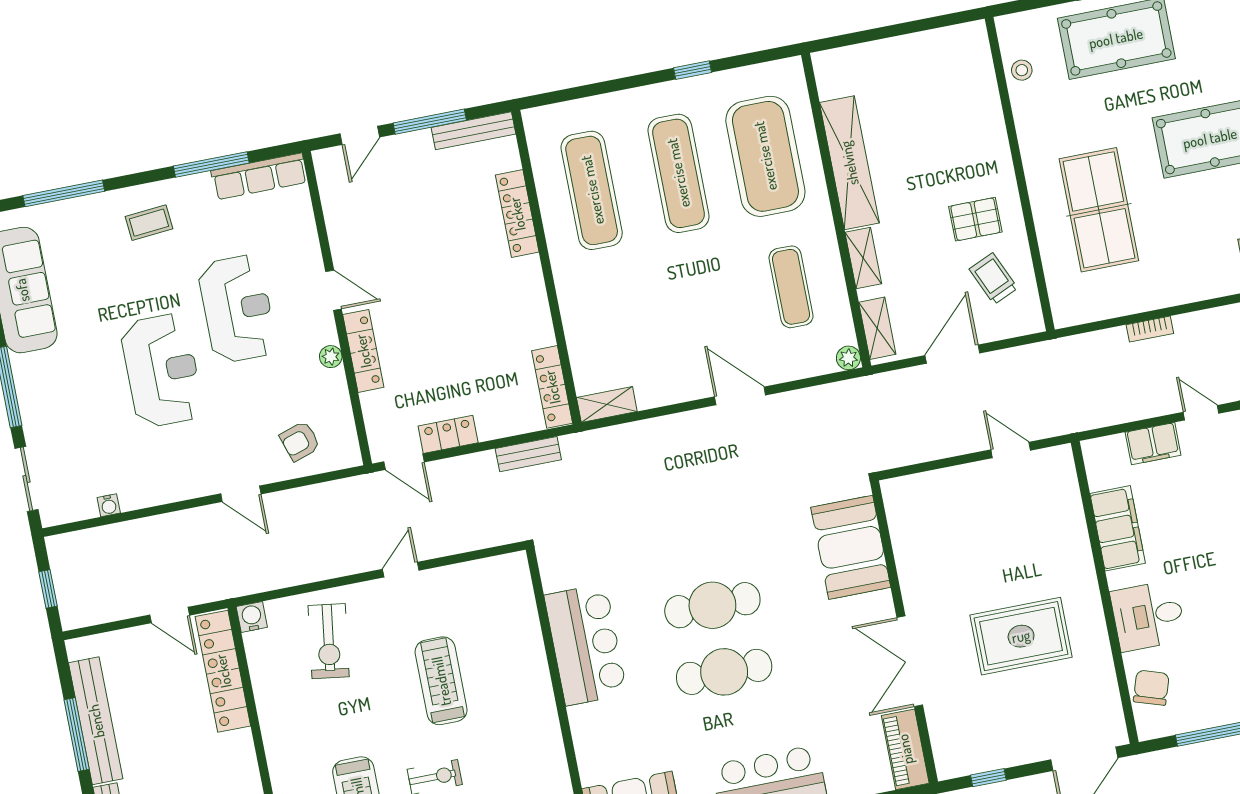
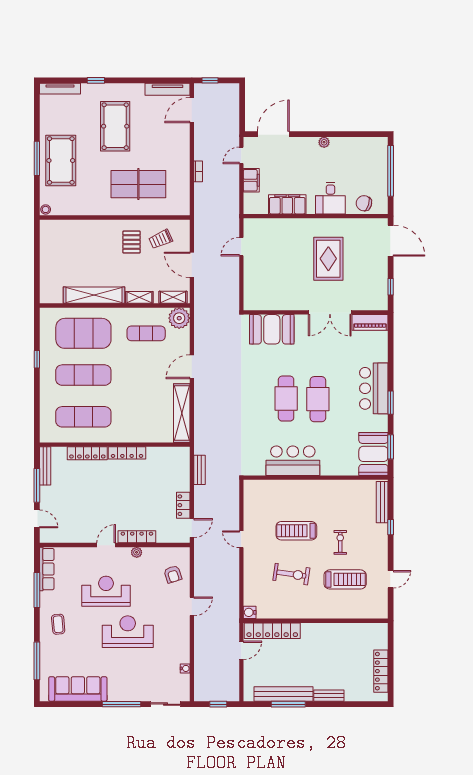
stool: (1022, 70) -> (46, 209), moved
plant: (848, 358) -> (179, 318), width x1.88, depth x1.88
locker: (552, 387) -> (127, 453), moved
shelving: (607, 405) -> (182, 413), width x2.20, depth x1.33
exercise bike: (329, 641) -> (291, 574), moved

